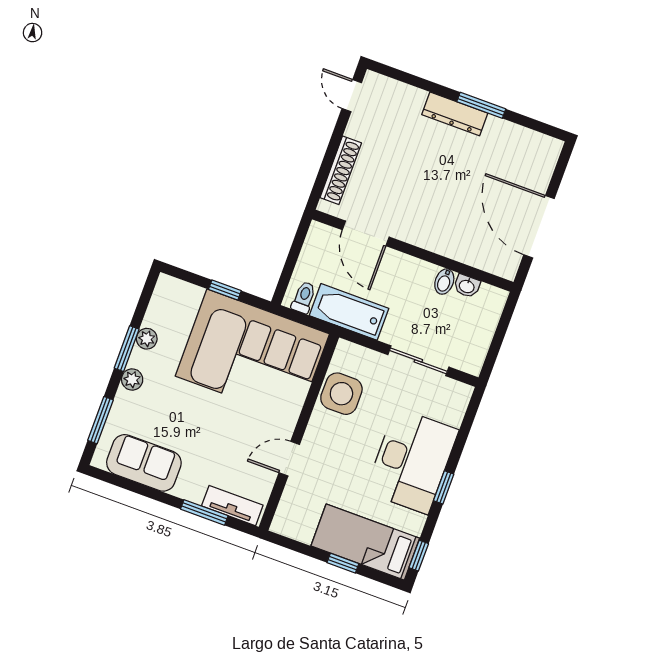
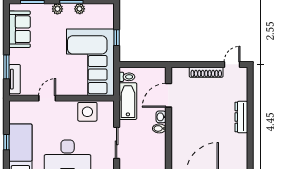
window: (481, 105) -> (250, 128), removed
shoe rack: (341, 170) -> (206, 72), moved
bidet: (444, 282) -> (159, 128), moved
washbasin: (467, 286) -> (161, 117), moved
door: (289, 459) -> (47, 98), hinge flipped

